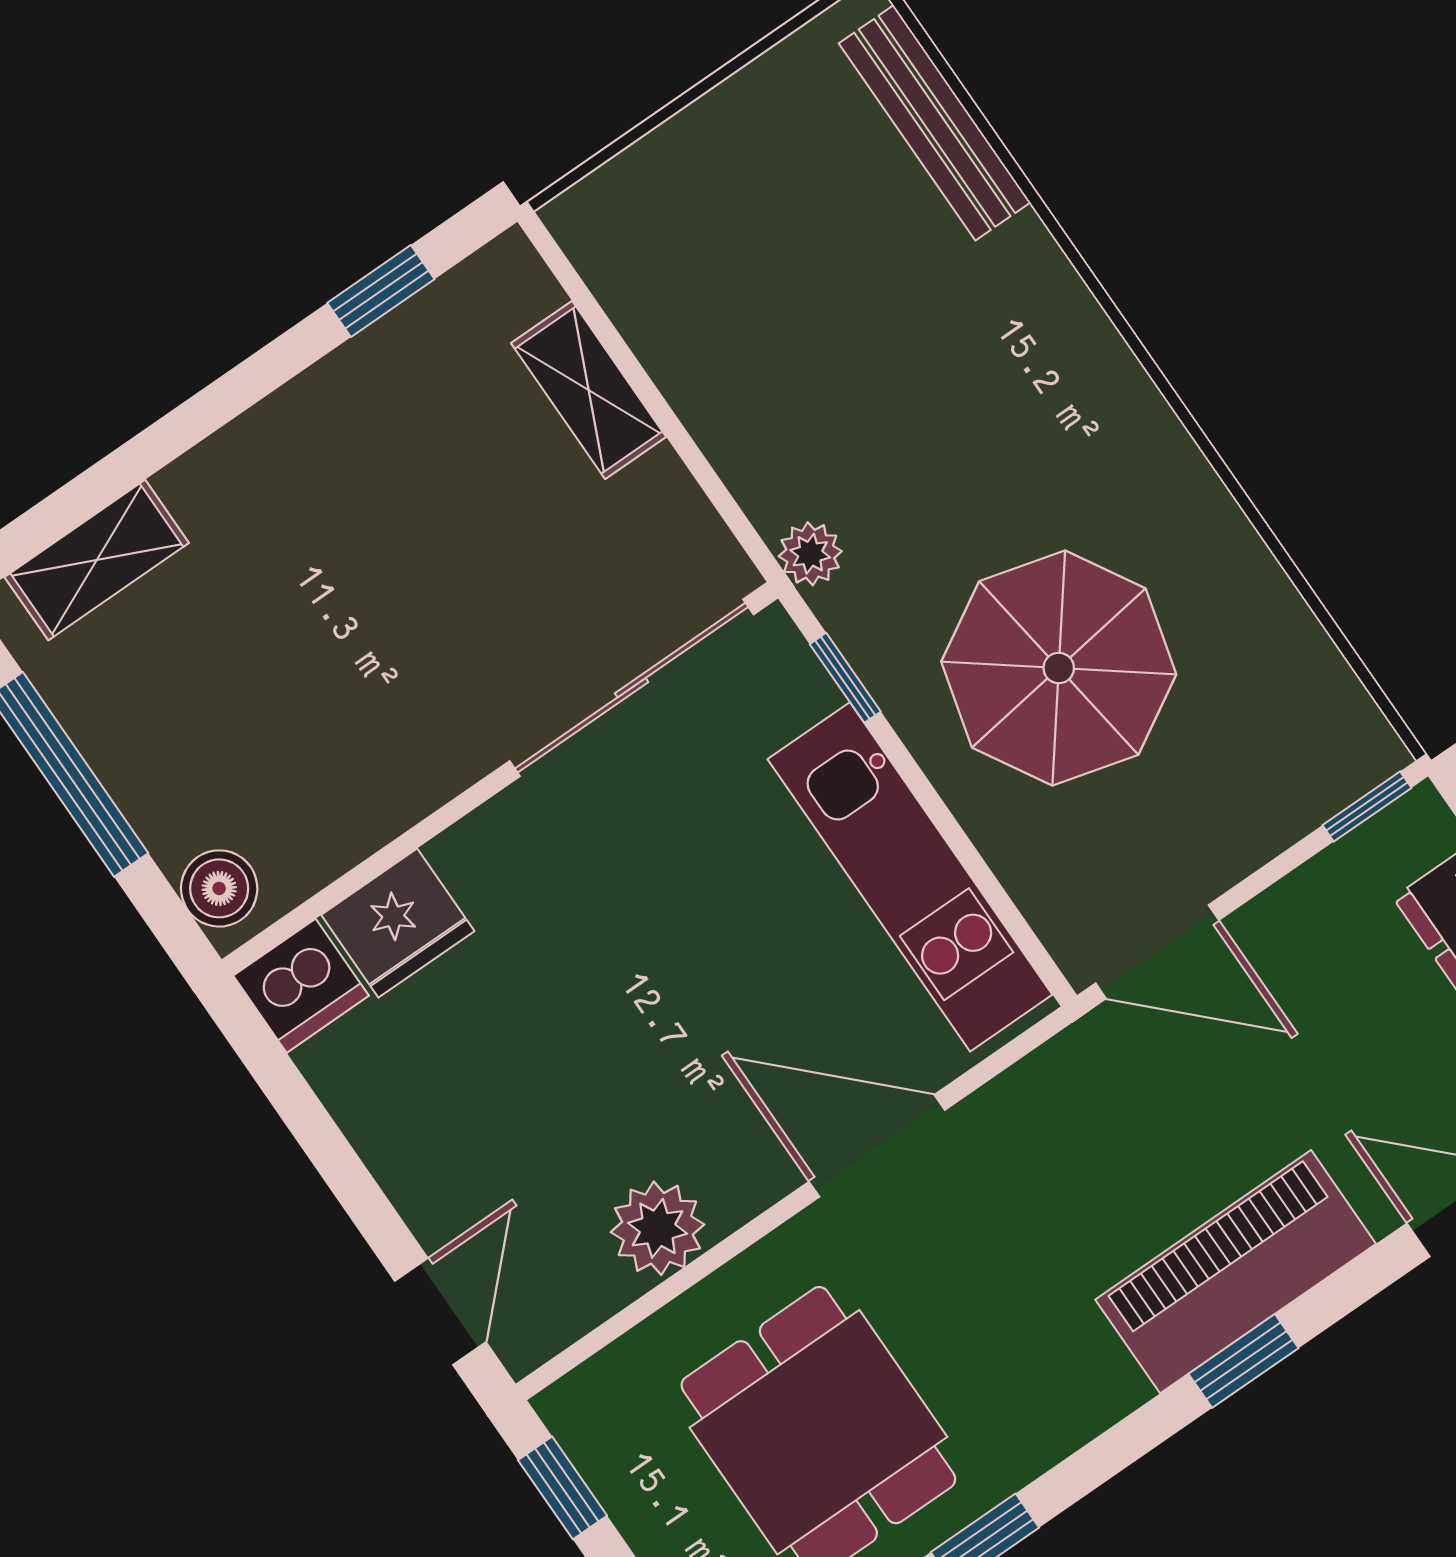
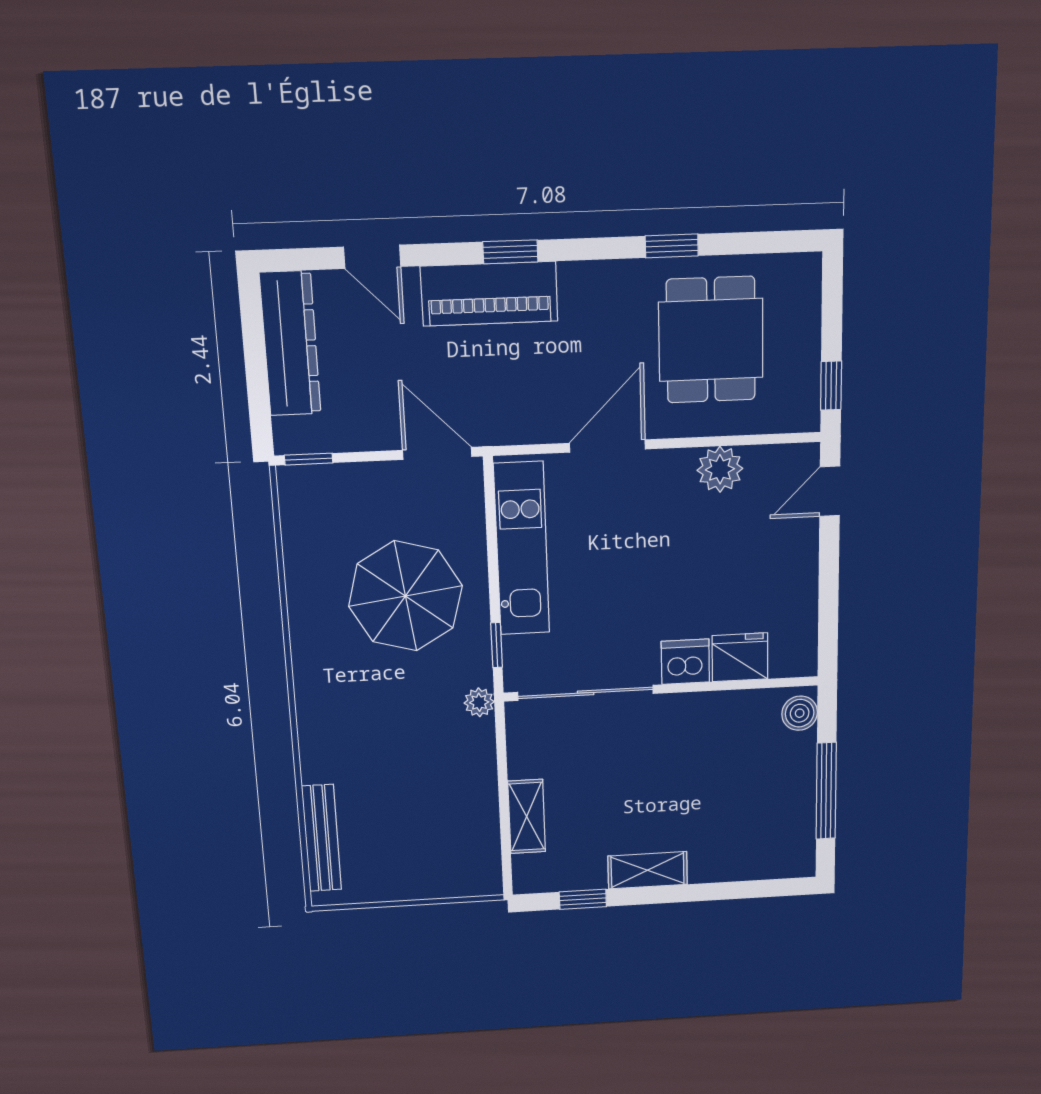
shelving: (97, 560) -> (648, 870), moved
dishwasher: (301, 986) -> (685, 662), moved
door: (877, 1146) -> (607, 446), swing flipped

